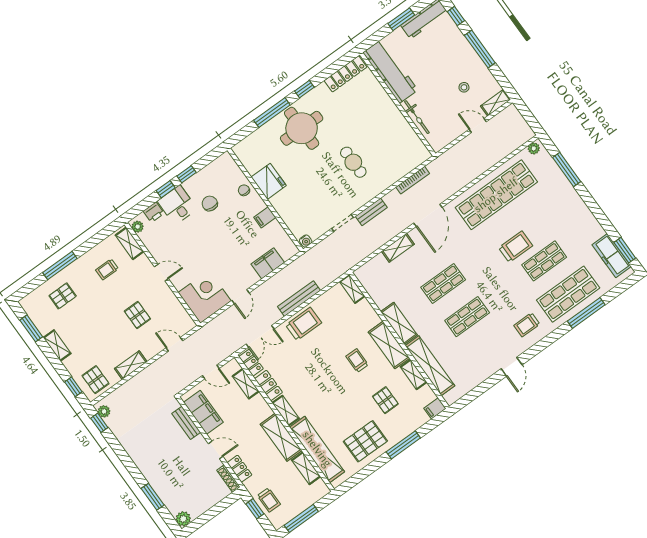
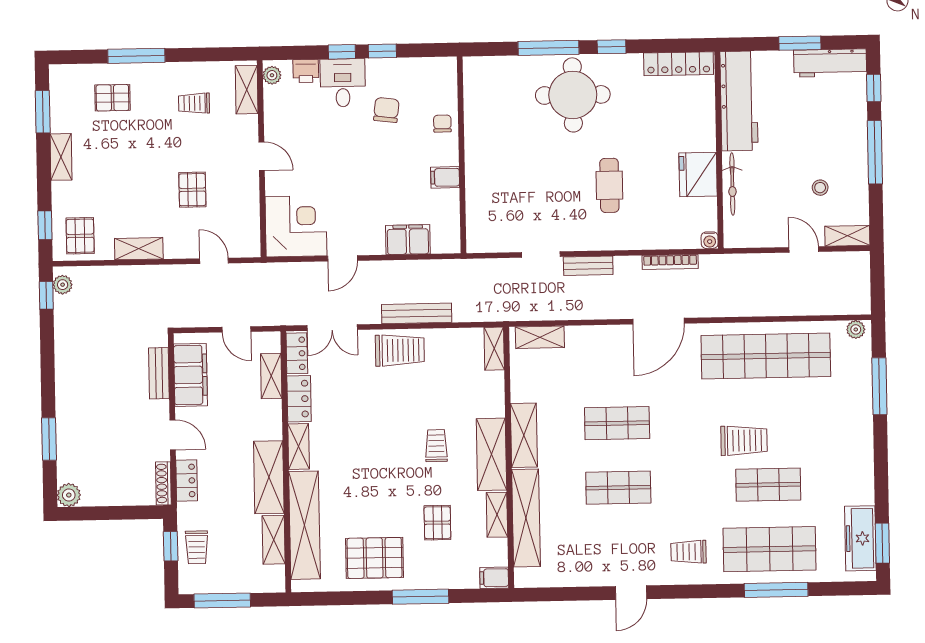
fridge: (269, 181) -> (698, 175), moved, turned 180
water cooler: (306, 241) -> (710, 240), moved
shelving: (398, 248) -> (540, 337), moved

